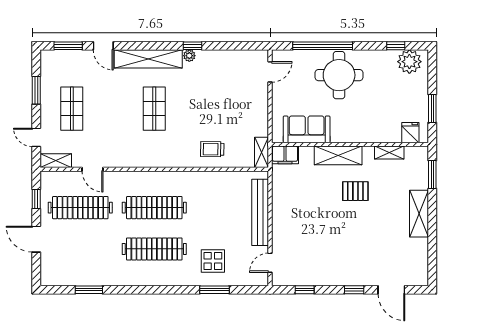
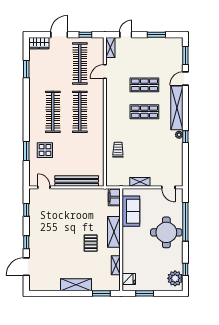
shop shelf: (72, 109) -> (144, 85), moved
shelving: (262, 152) -> (140, 182), moved
wardrobe: (49, 270) -> (39, 43), added

